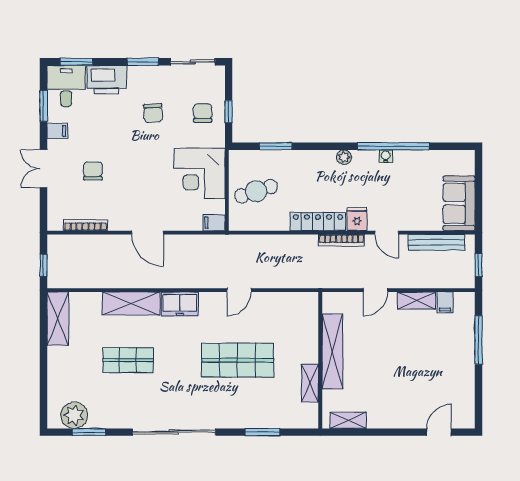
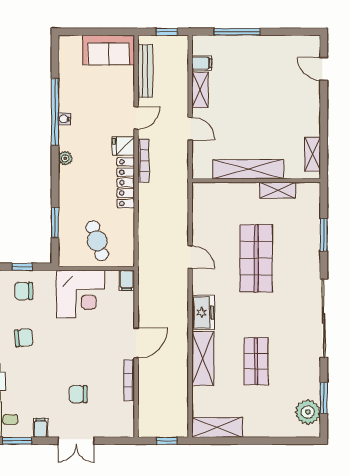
bookcase: (85, 225) -> (129, 380), moved

